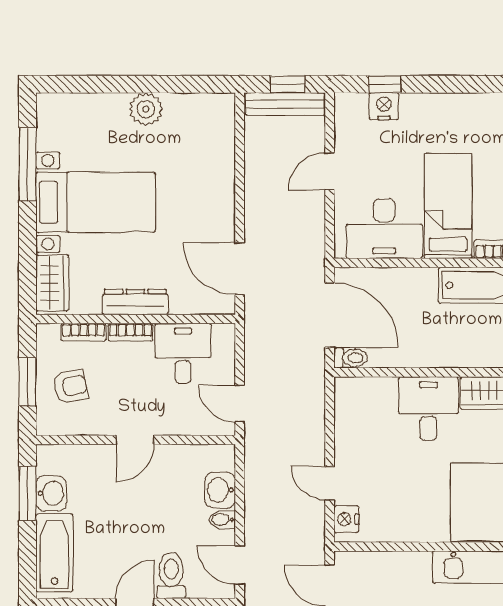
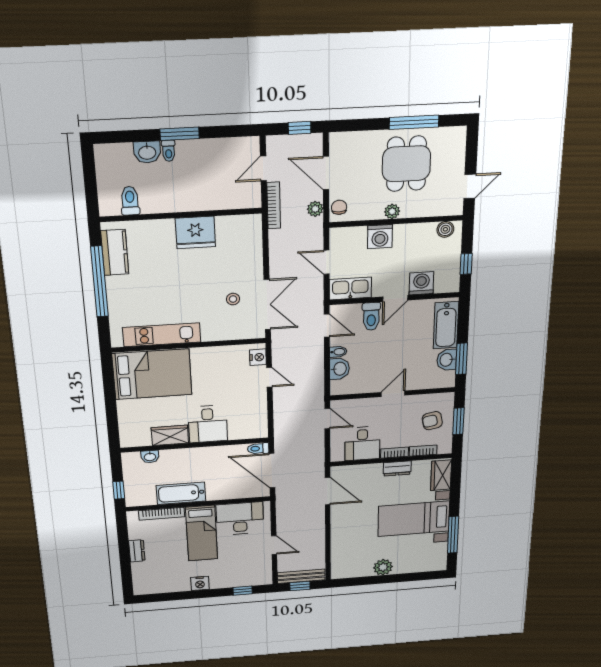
nightstand: (384, 106) -> (200, 583), moved
door: (330, 171) -> (274, 545), hinge flipped
dresser: (135, 302) -> (397, 468), width x0.70

